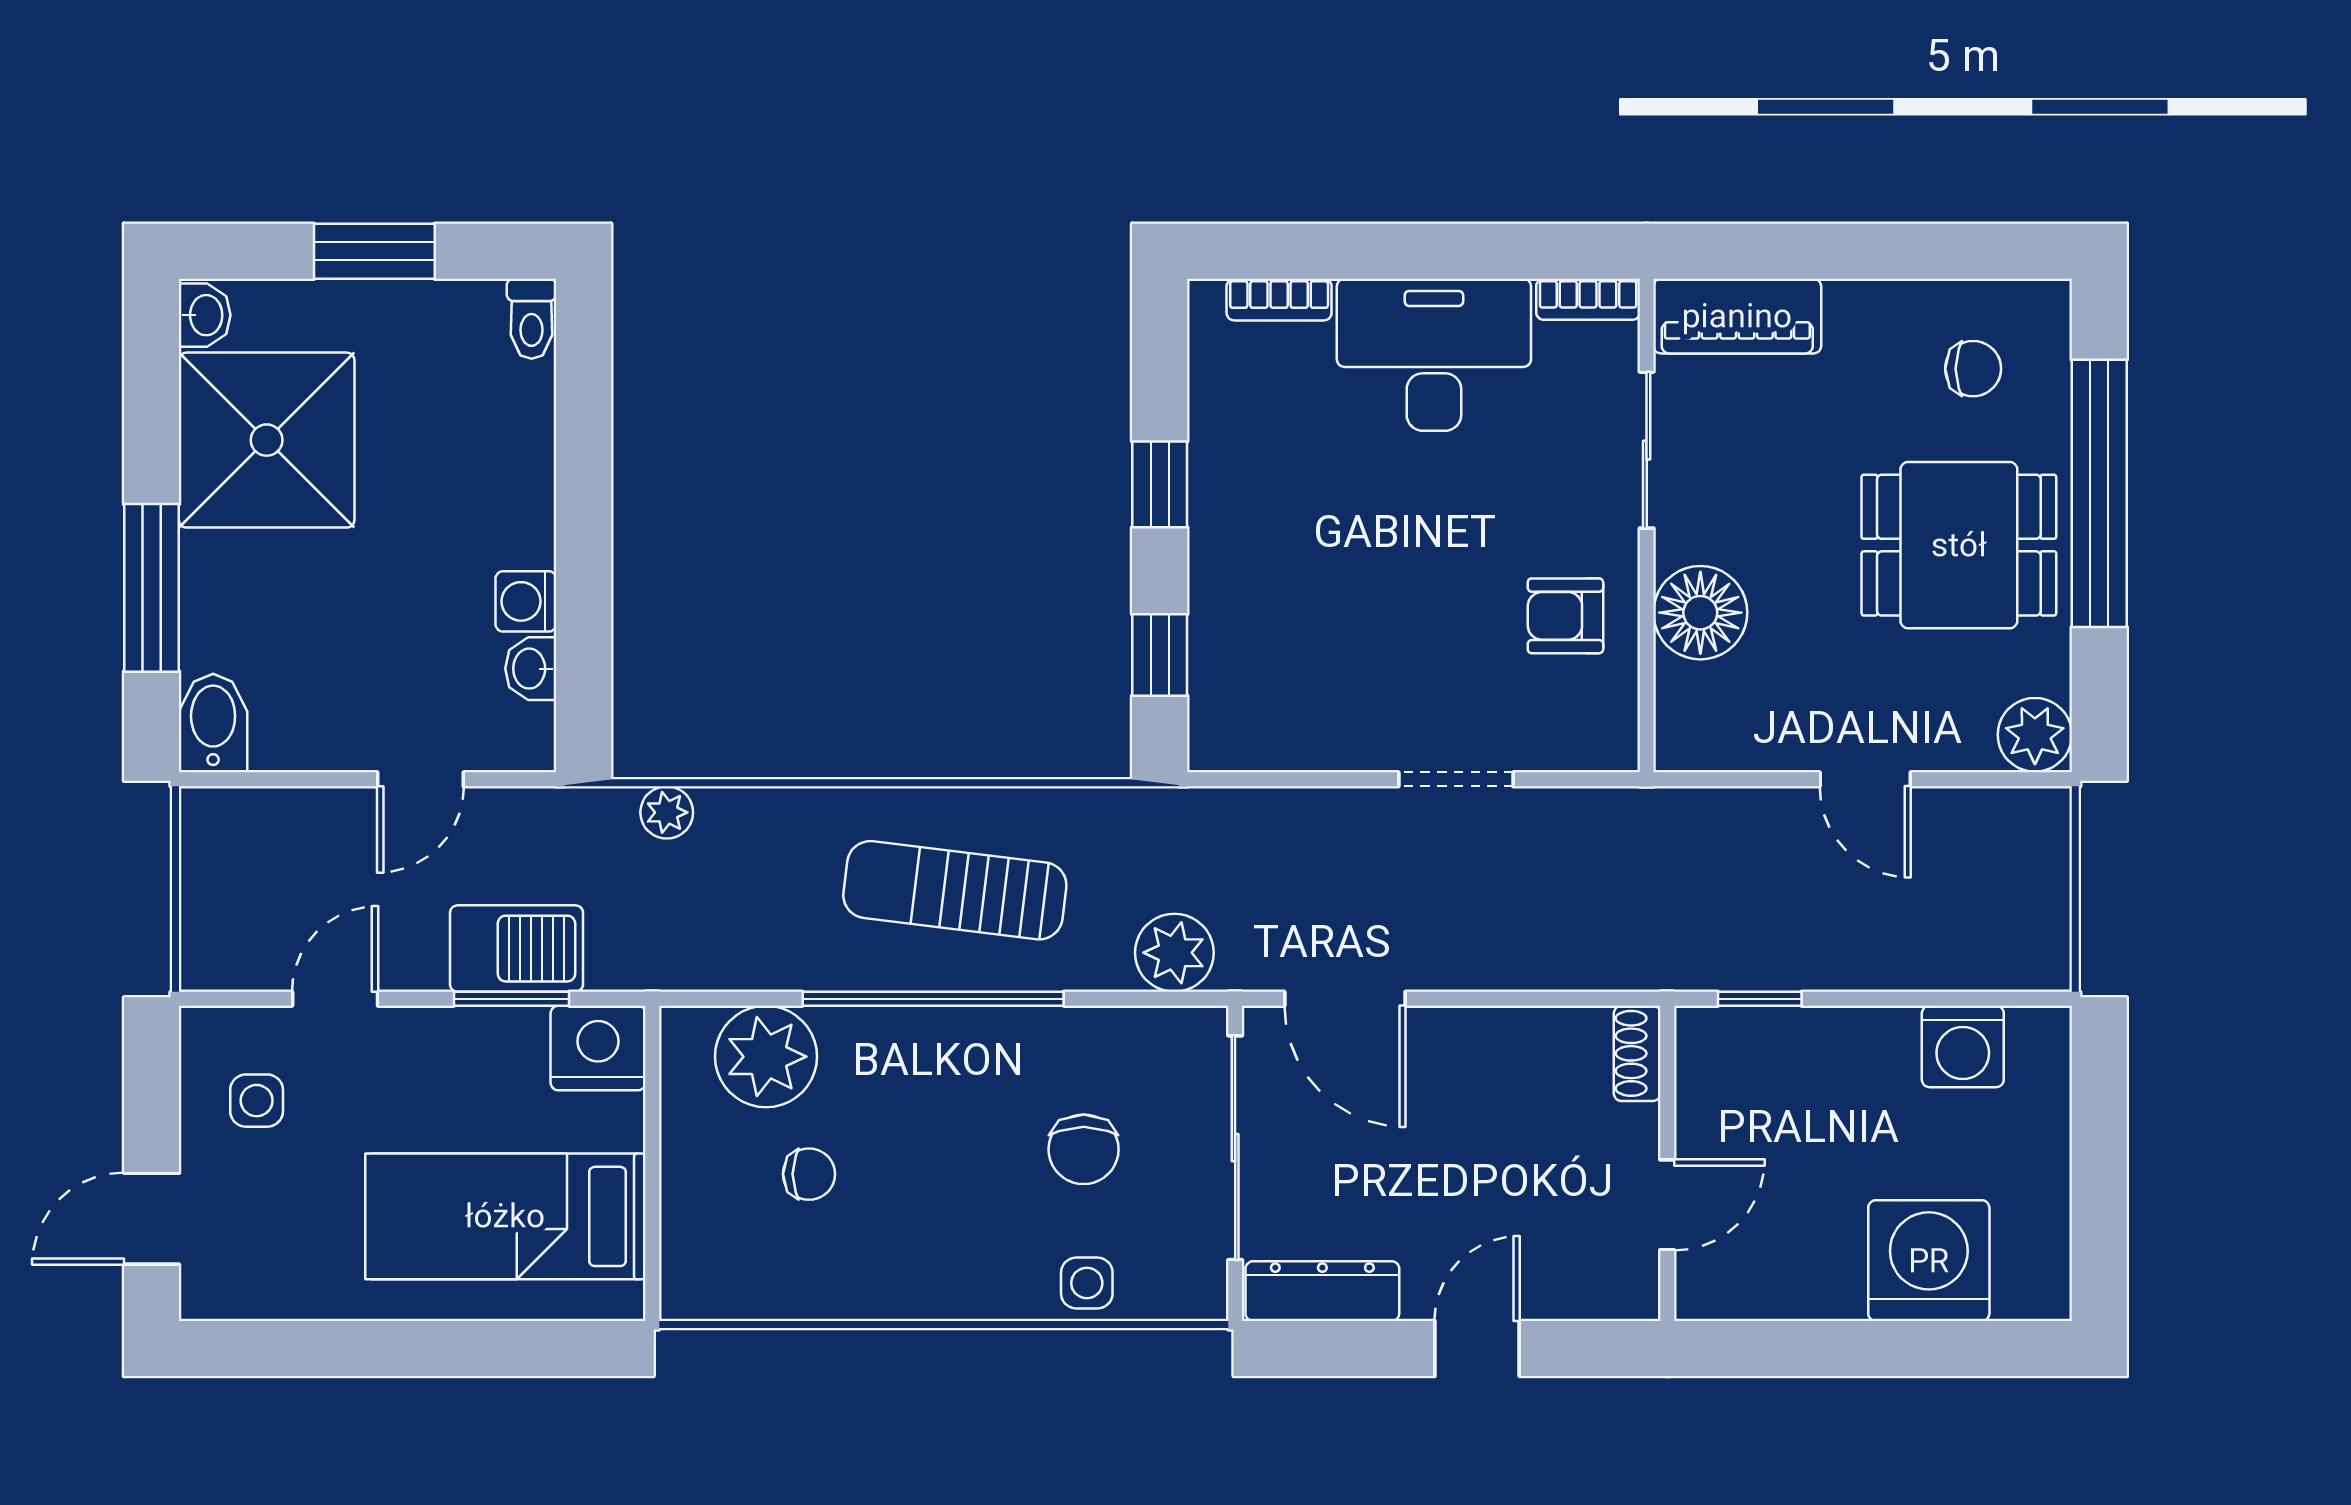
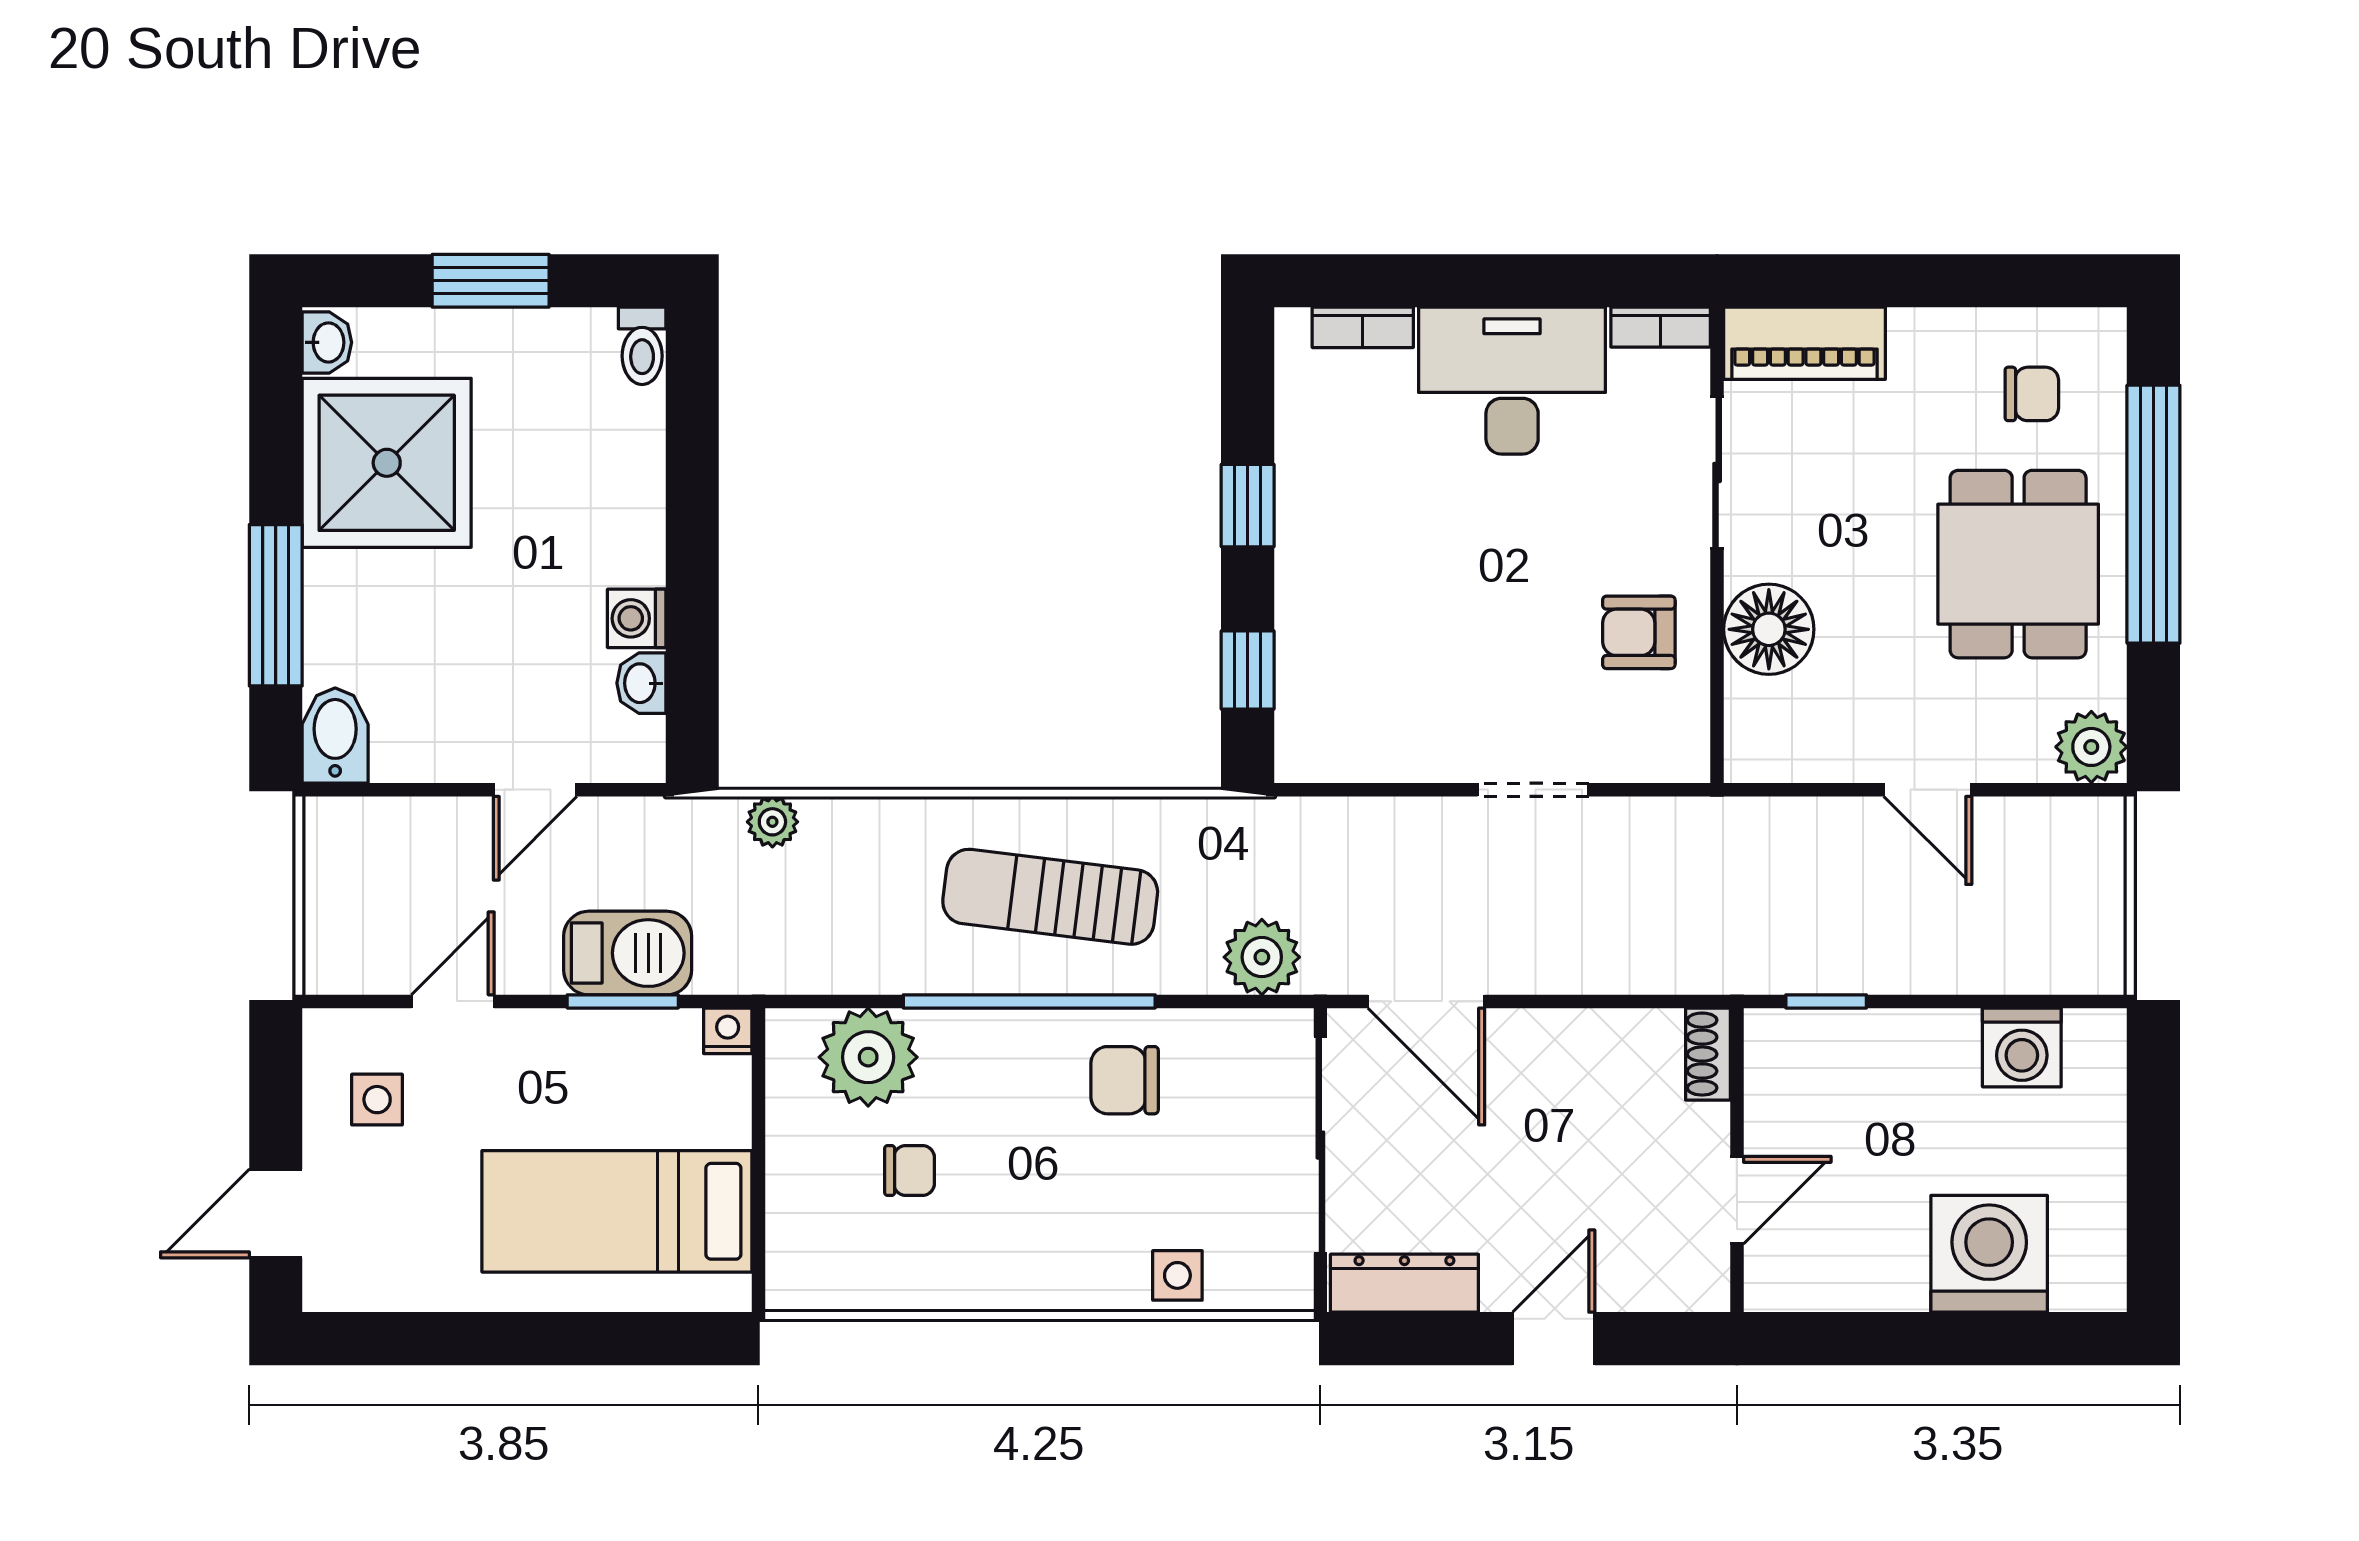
dining table: (1959, 545) -> (2018, 564), turned 90
nightstand: (598, 1048) -> (728, 1031), width x0.53, depth x0.56
chair: (1084, 1149) -> (1125, 1080), moved, turned 90

